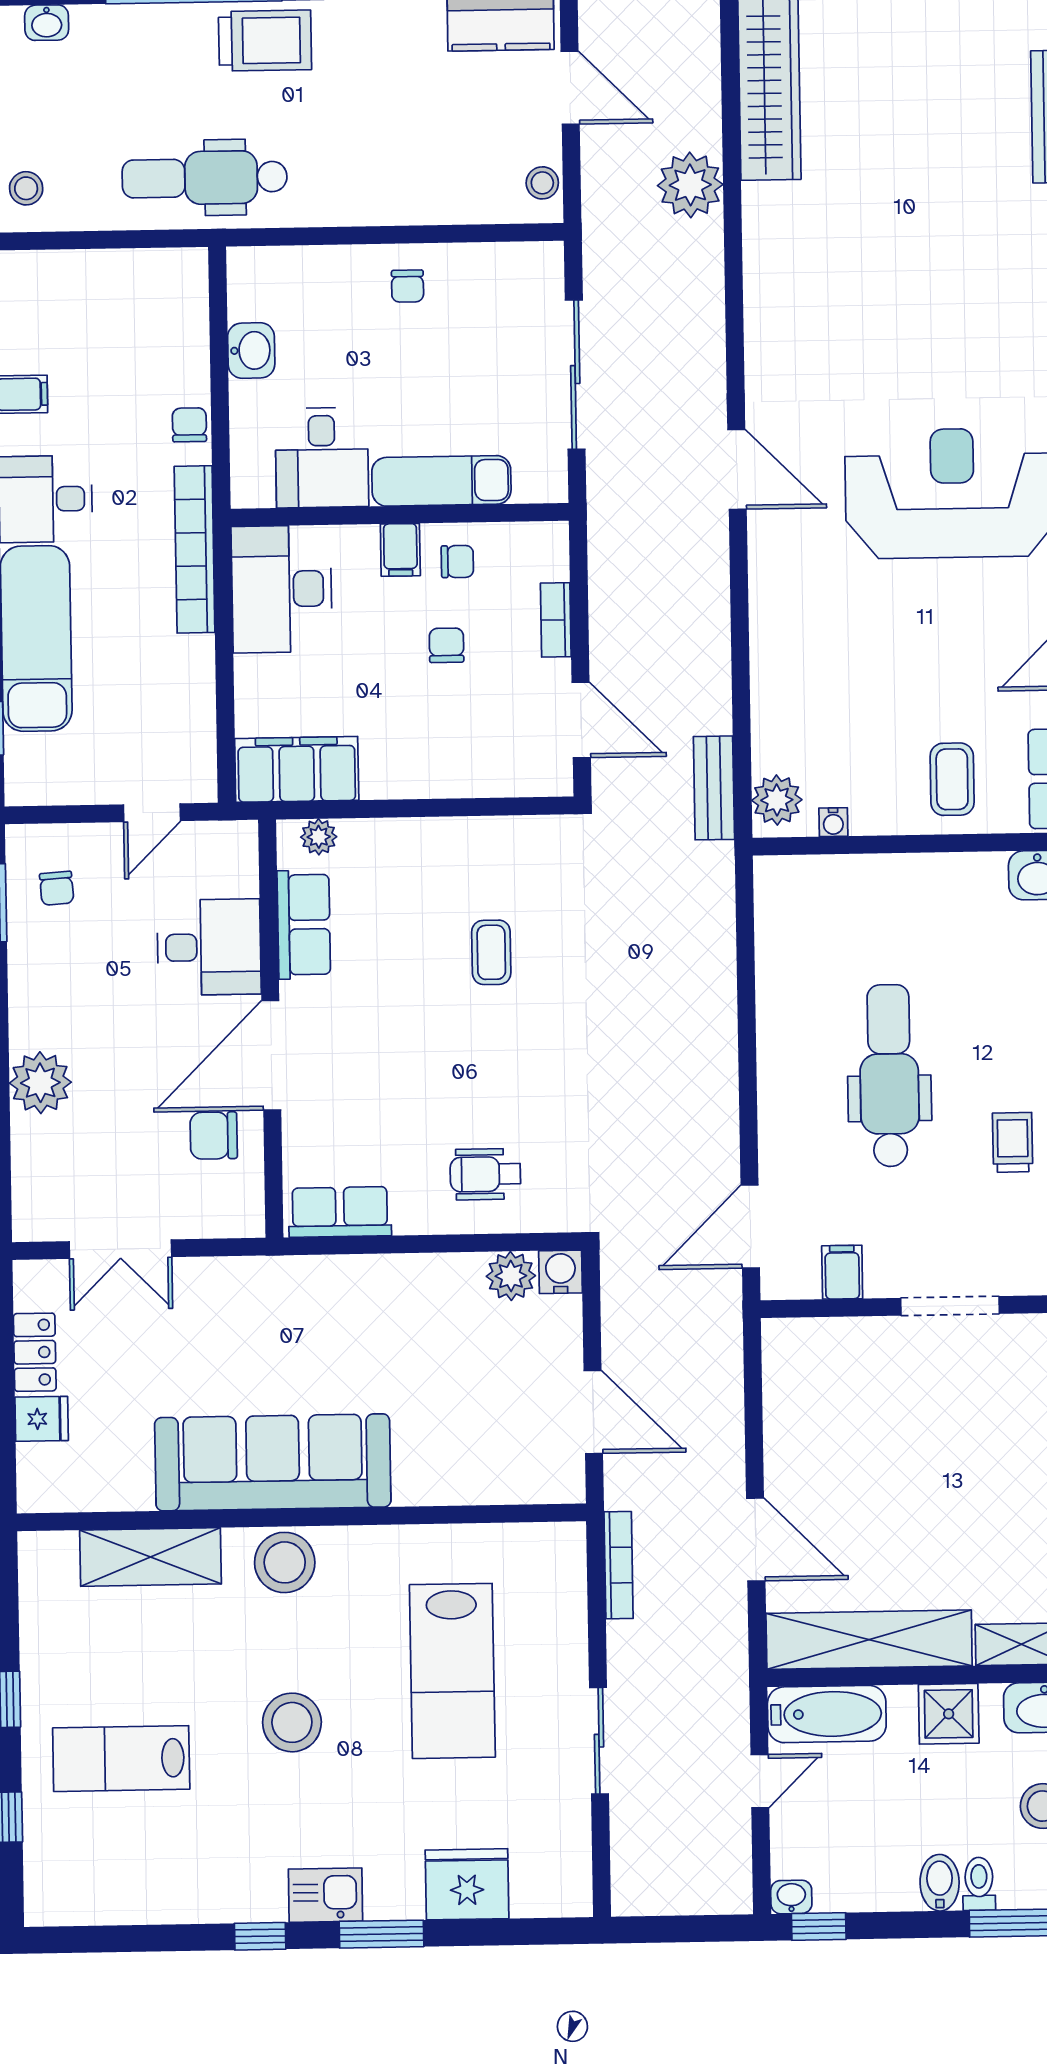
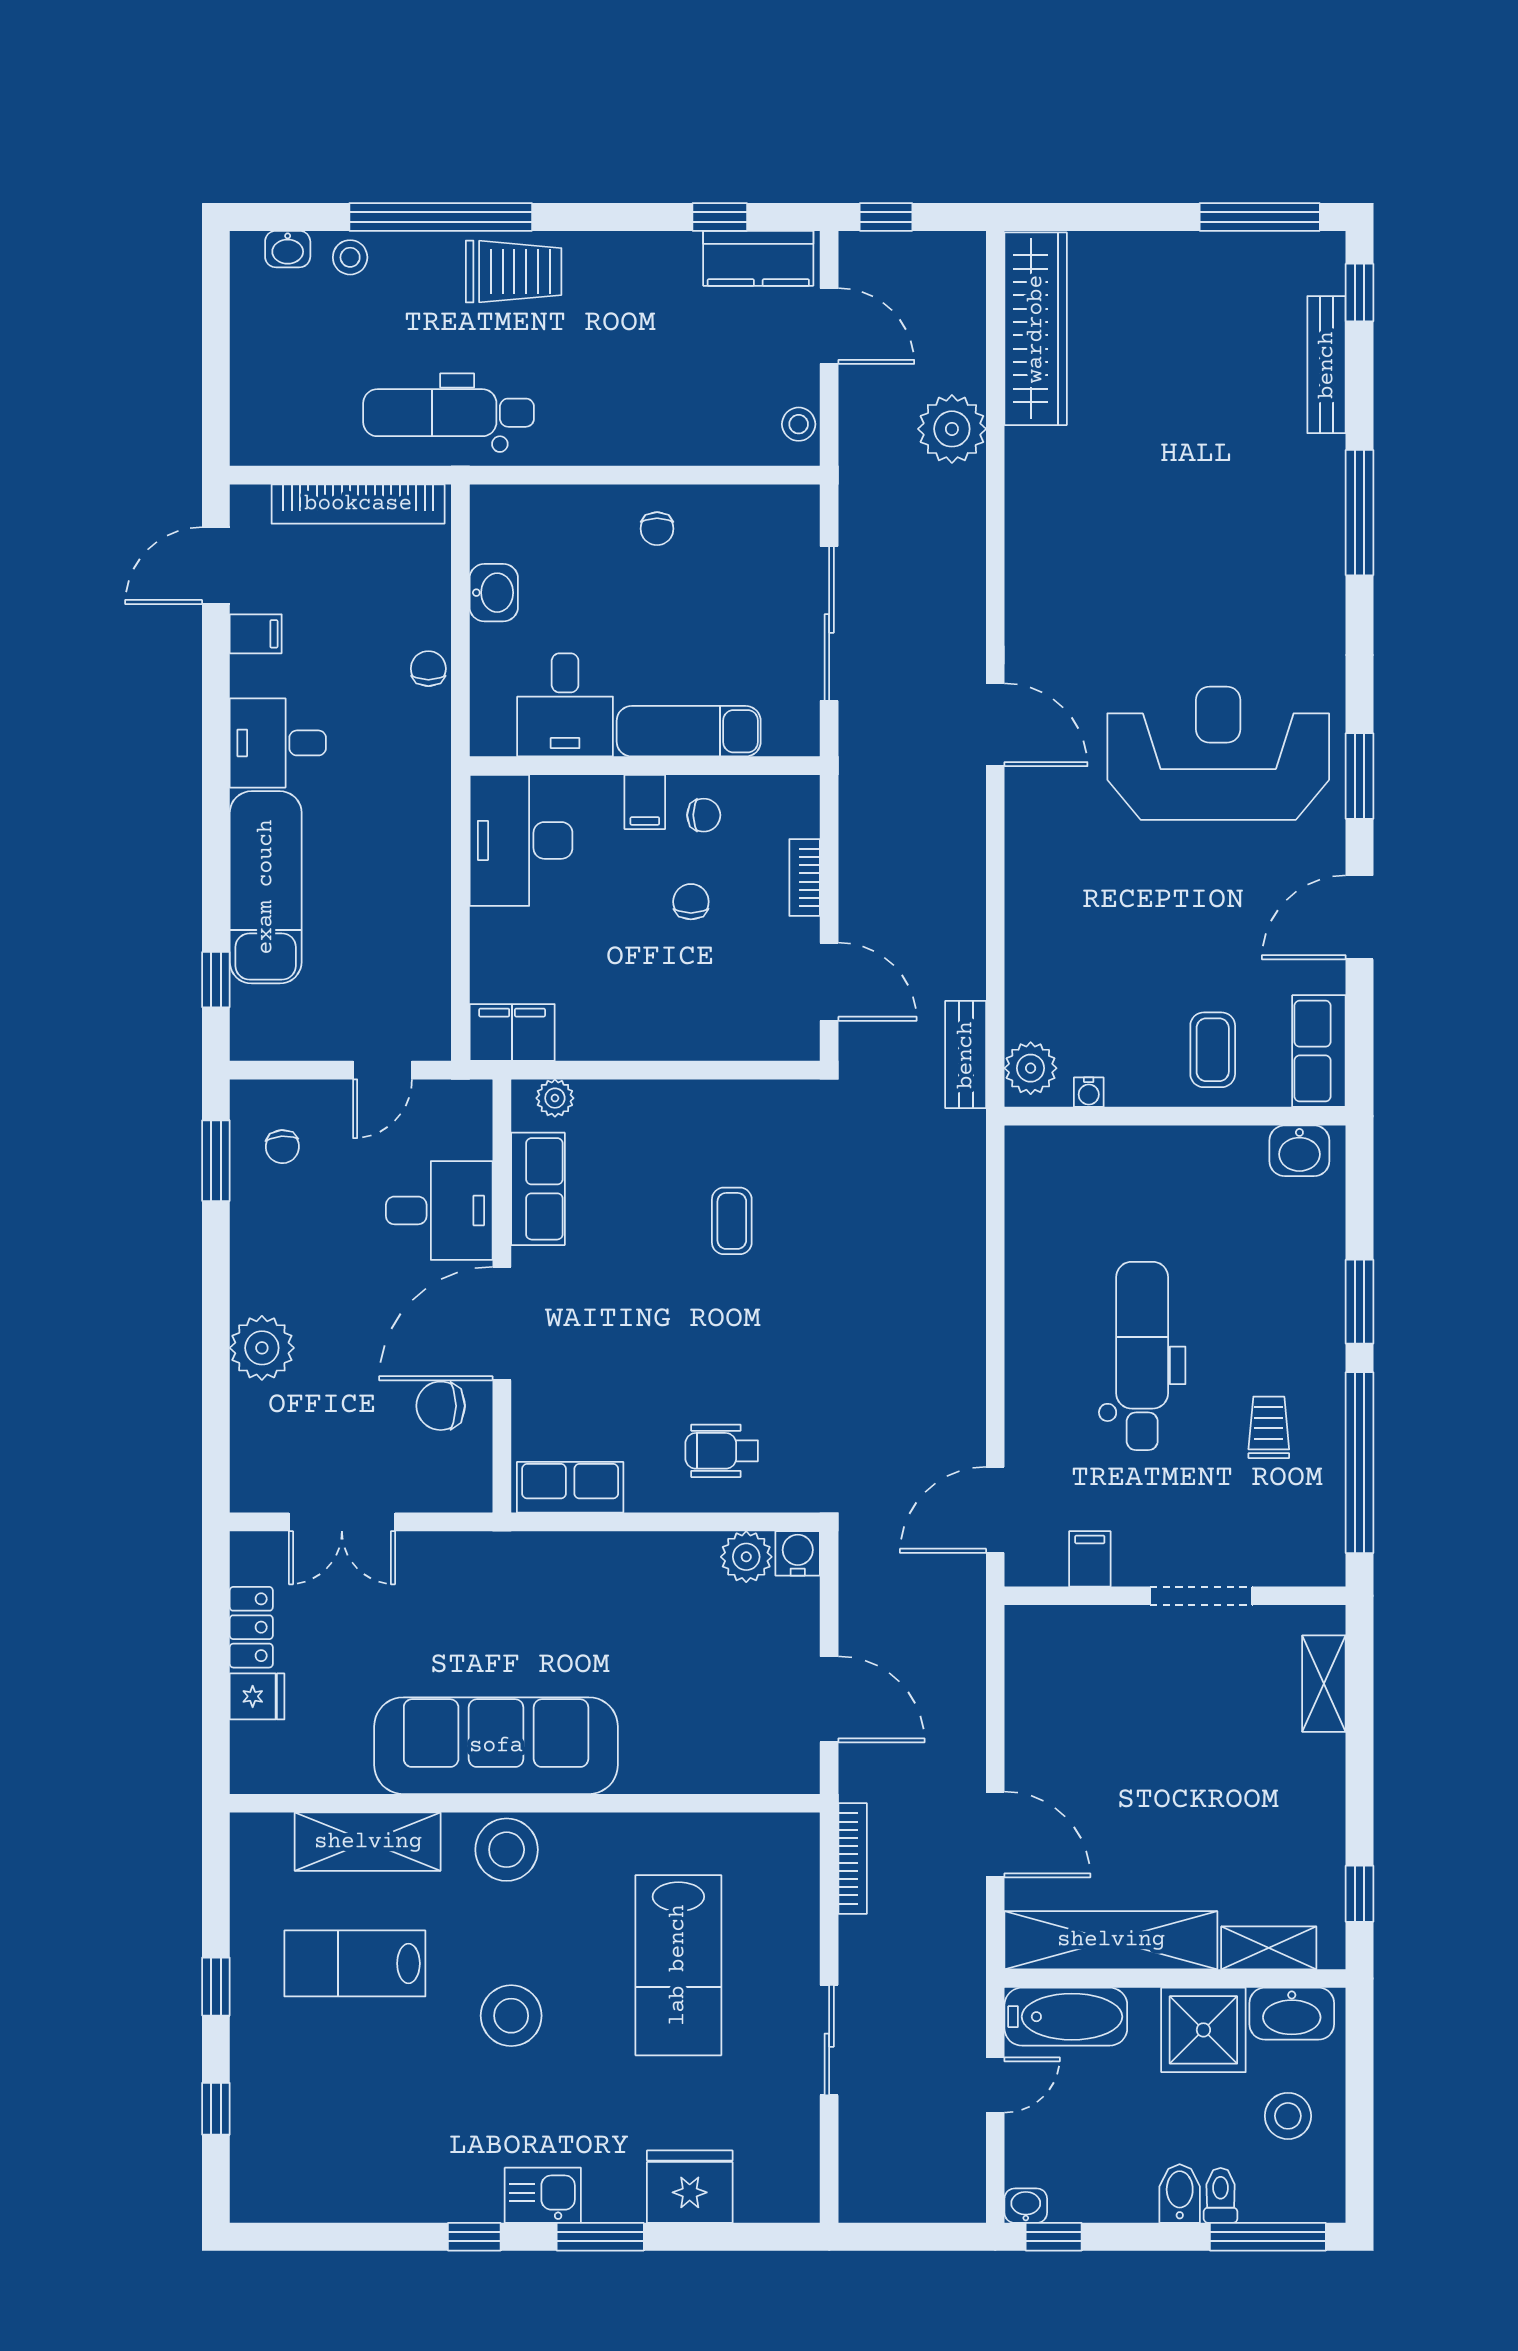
stool: (26, 188) -> (350, 257), moved
bookcase: (195, 549) -> (358, 504), moved, turned -90
filing cabinet: (297, 769) -> (512, 1032), width x0.67, depth x0.86
shower: (949, 1714) -> (1203, 2030), width x1.36, depth x1.36
lab bench: (121, 1759) -> (355, 1963), moved

